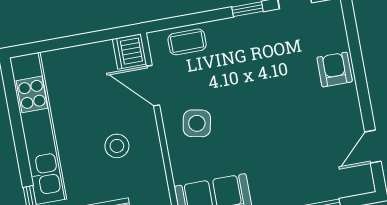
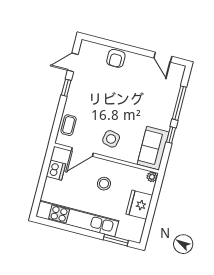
dishwasher: (129, 51) -> (56, 170), moved, turned -90
armchair: (335, 70) -> (116, 58), turned -90

